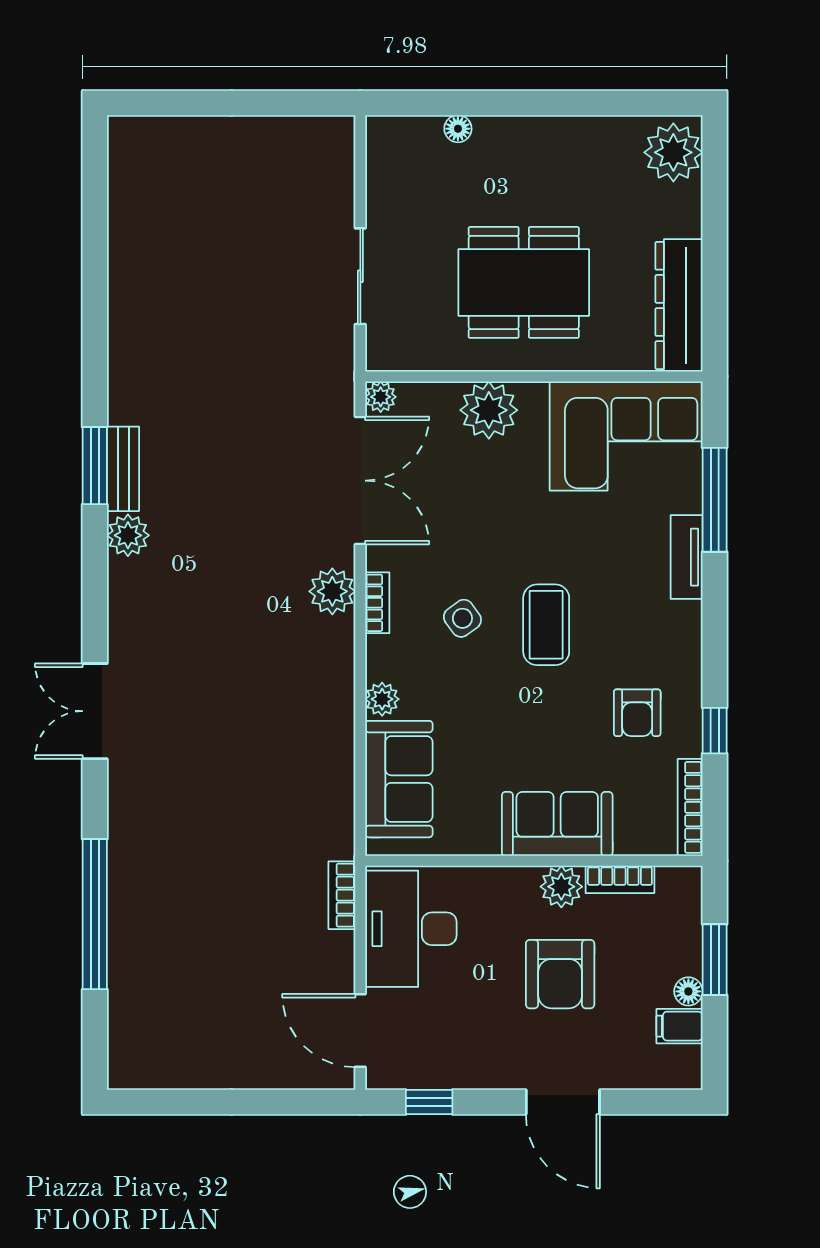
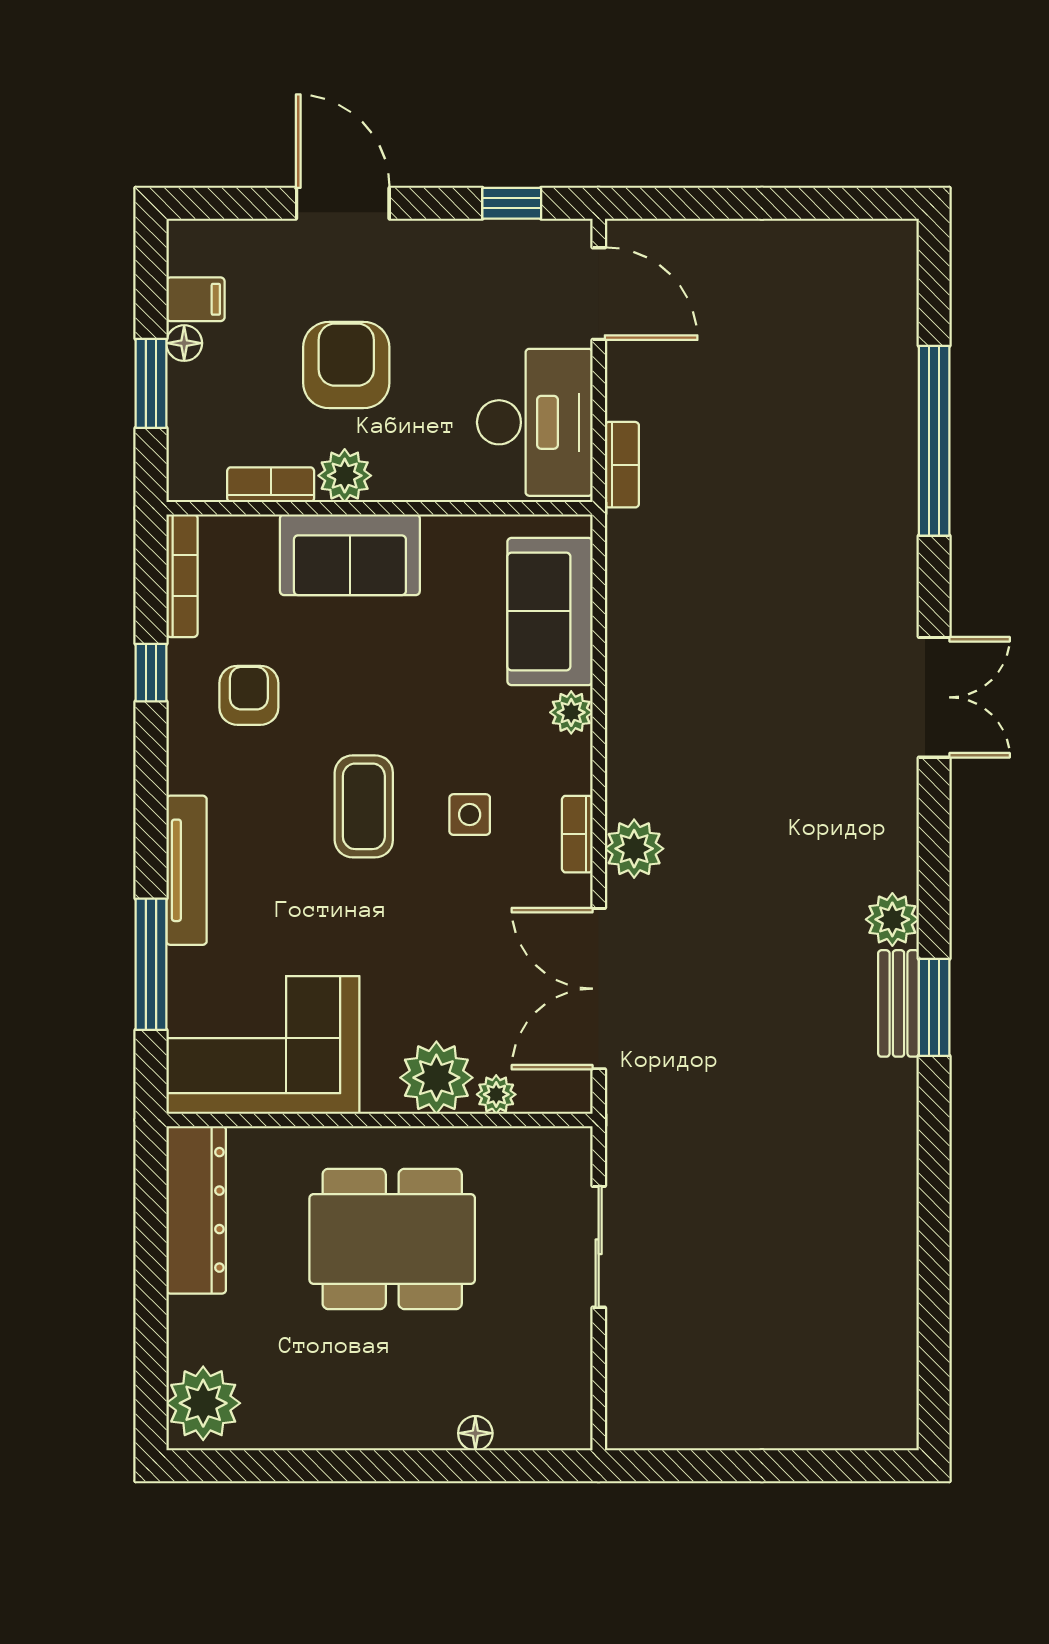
plant: (381, 397) -> (496, 1094), moved
tv unit: (687, 557) -> (186, 870), width x1.41
side table: (462, 618) -> (470, 815), turned 36

